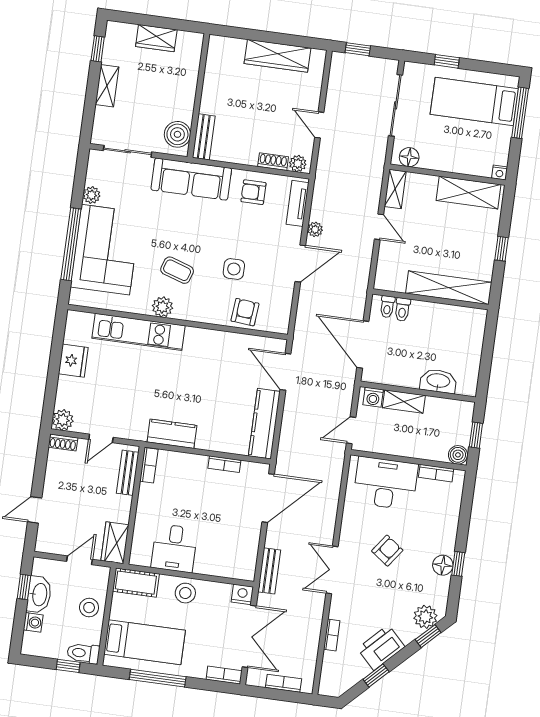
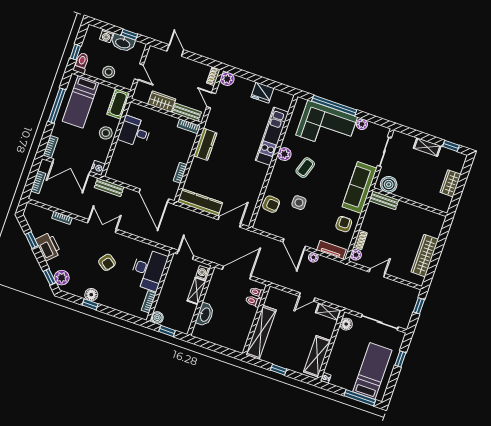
wardrobe: (115, 543) -> (162, 102), moved

